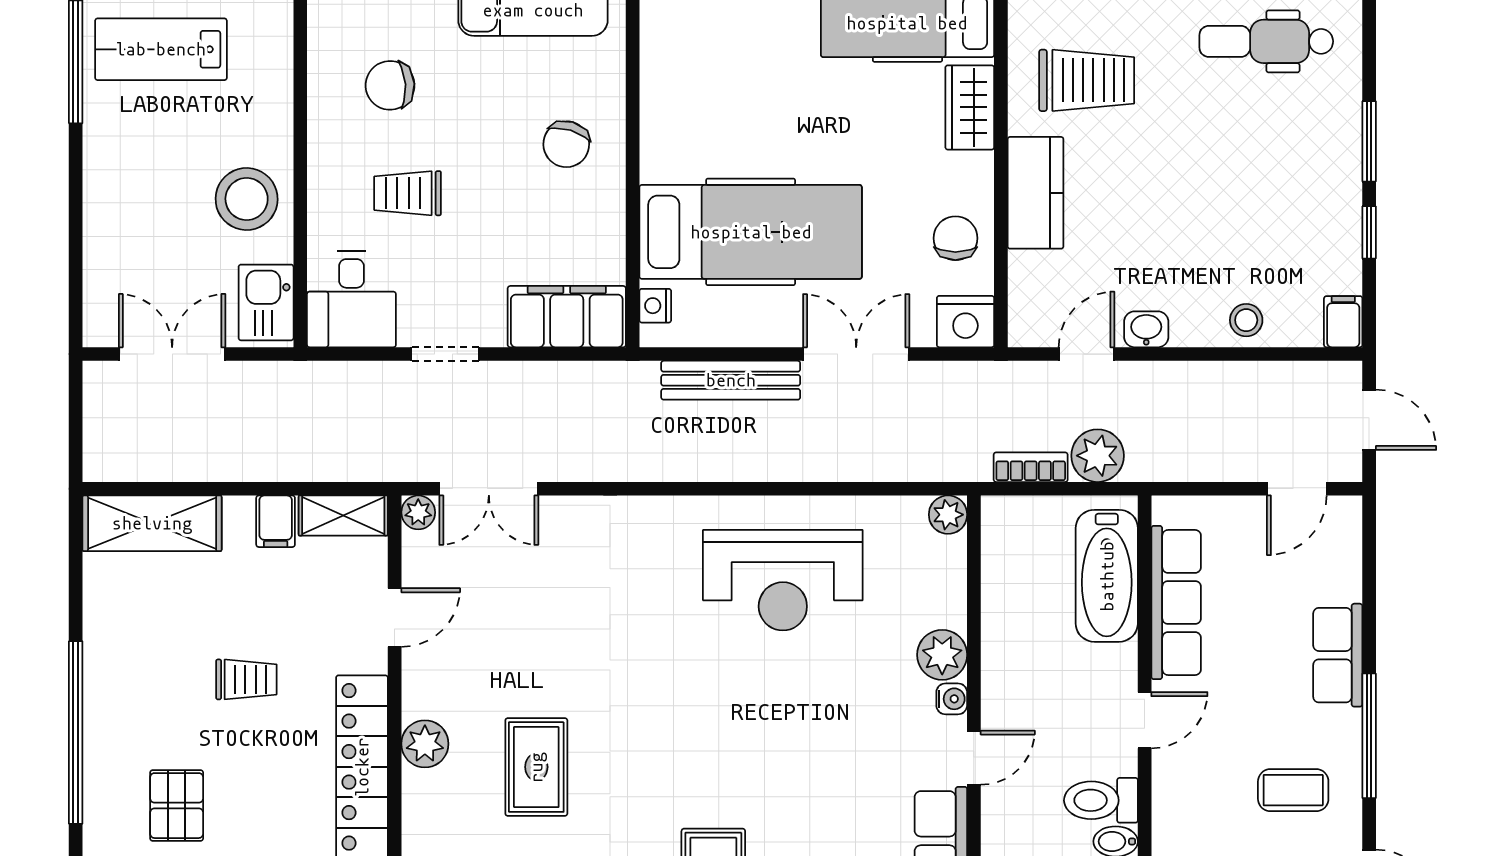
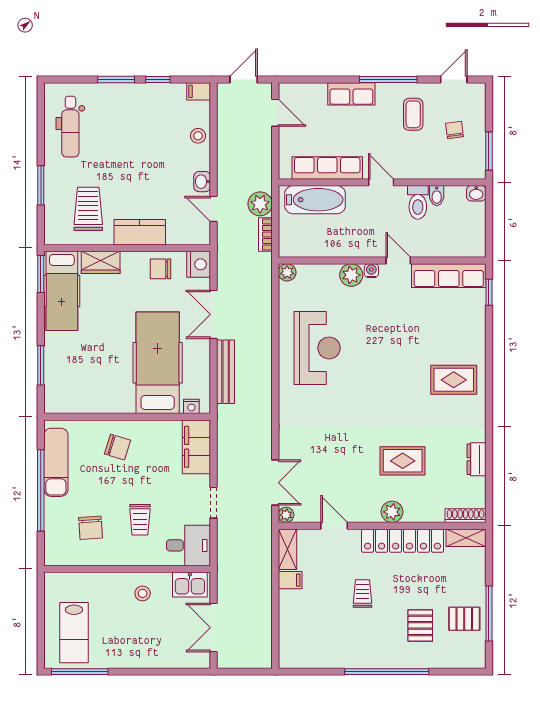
stool: (247, 199) -> (143, 593), width x0.53, depth x0.53
shelving: (152, 523) -> (291, 637), removed
pallet: (177, 806) -> (420, 625), turned 90

